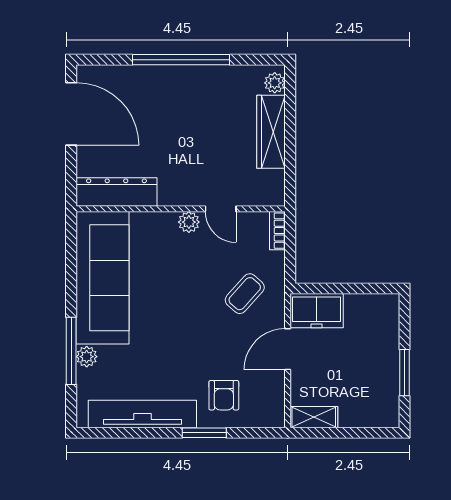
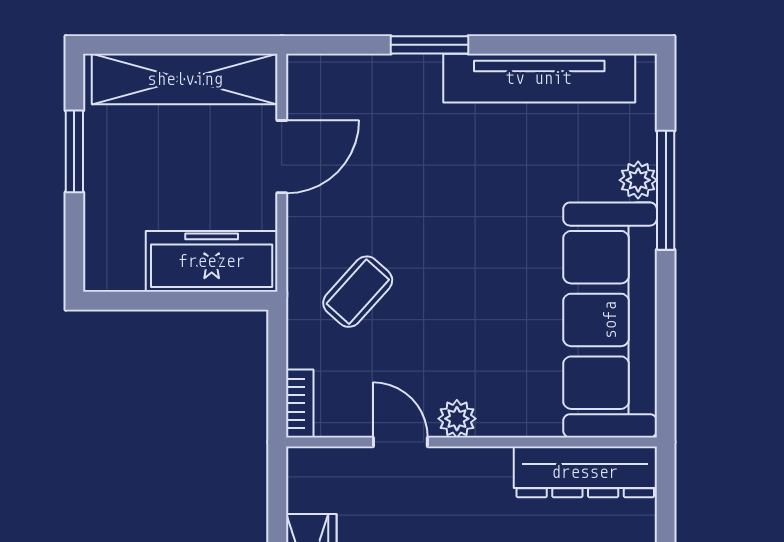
freezer: (317, 311) -> (212, 261), width x1.40
door: (288, 349) -> (282, 157), moved
armchair: (224, 395) -> (395, 111), removed
shelving: (314, 417) -> (185, 79), width x2.20, depth x1.33

